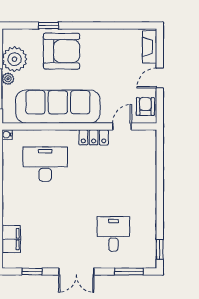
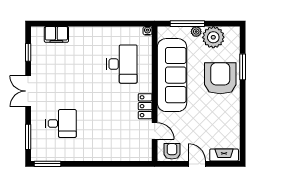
window: (49, 26) -> (243, 67), width x1.50
armchair: (62, 51) -> (220, 78), turned 180
armchair: (145, 107) -> (172, 151), turned -90
window: (160, 249) -> (47, 164), width x1.50

